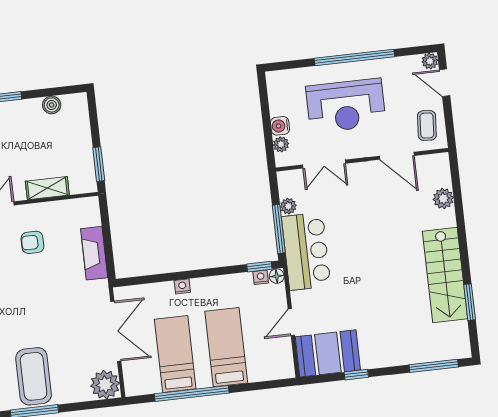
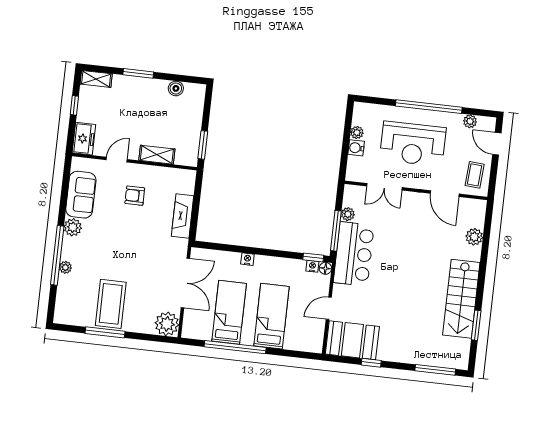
plant: (430, 61) -> (470, 121), moved
plant: (281, 144) -> (357, 133), moved

